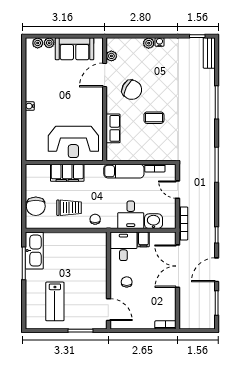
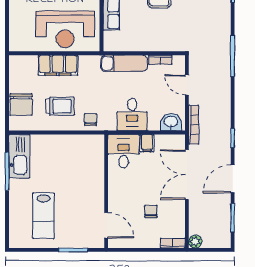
washbasin: (153, 221) -> (171, 122), moved
chair: (127, 282) -> (151, 212), moved
plant: (185, 324) -> (195, 242), added

